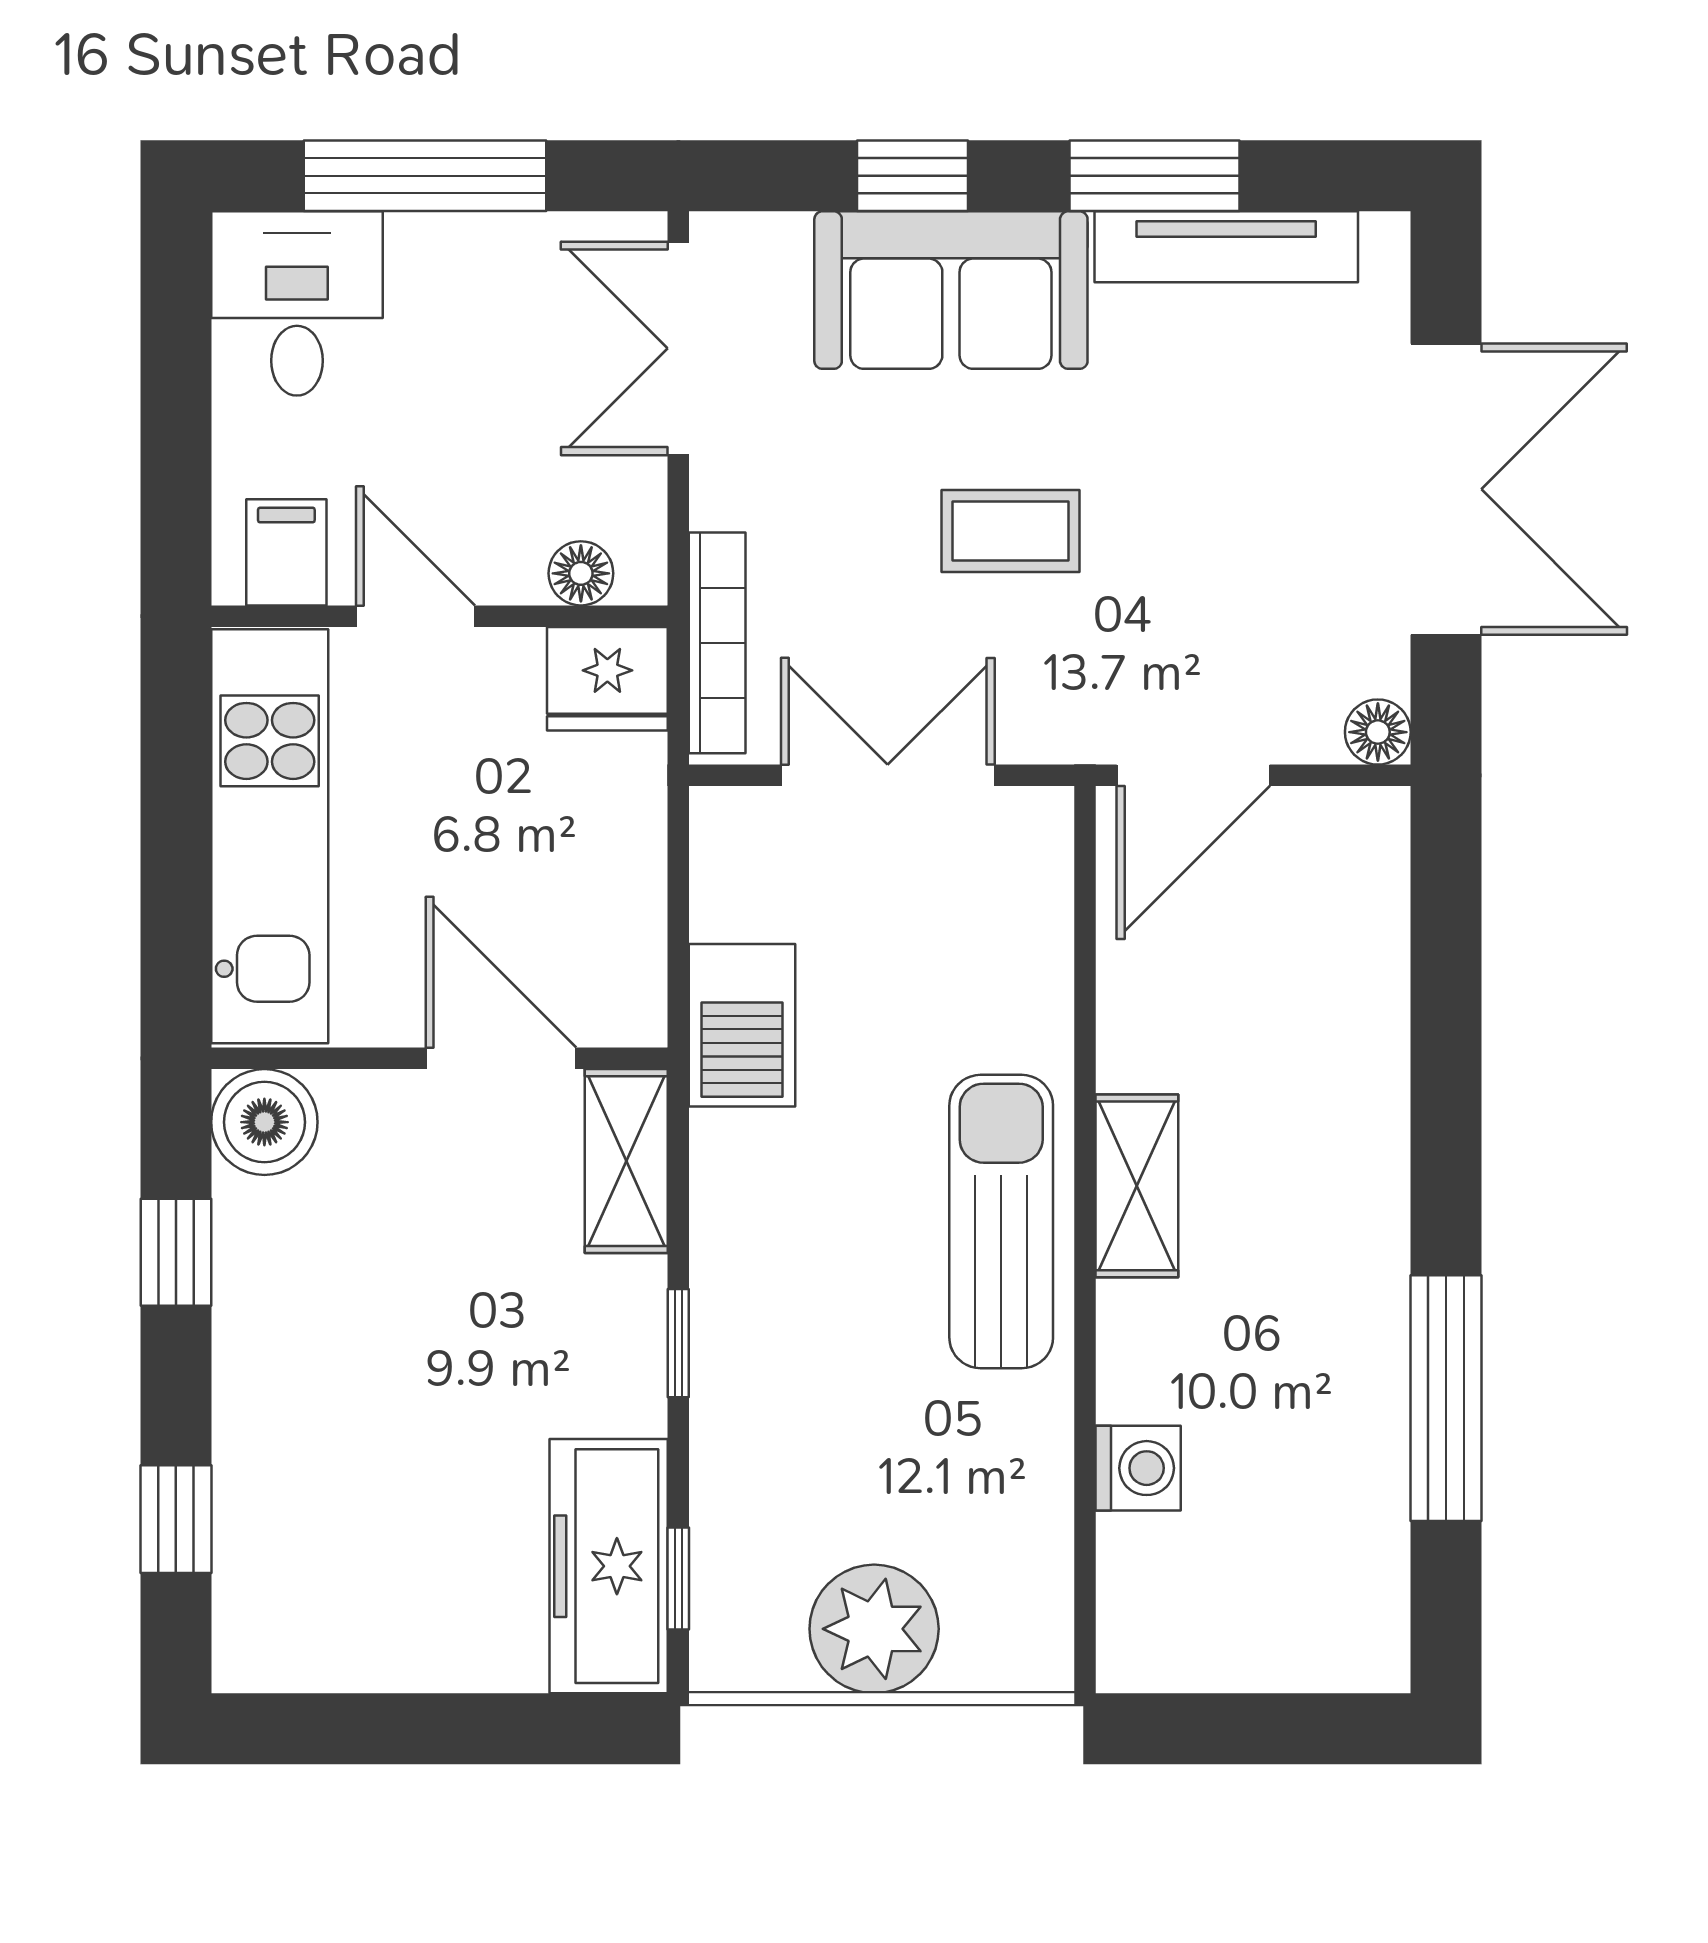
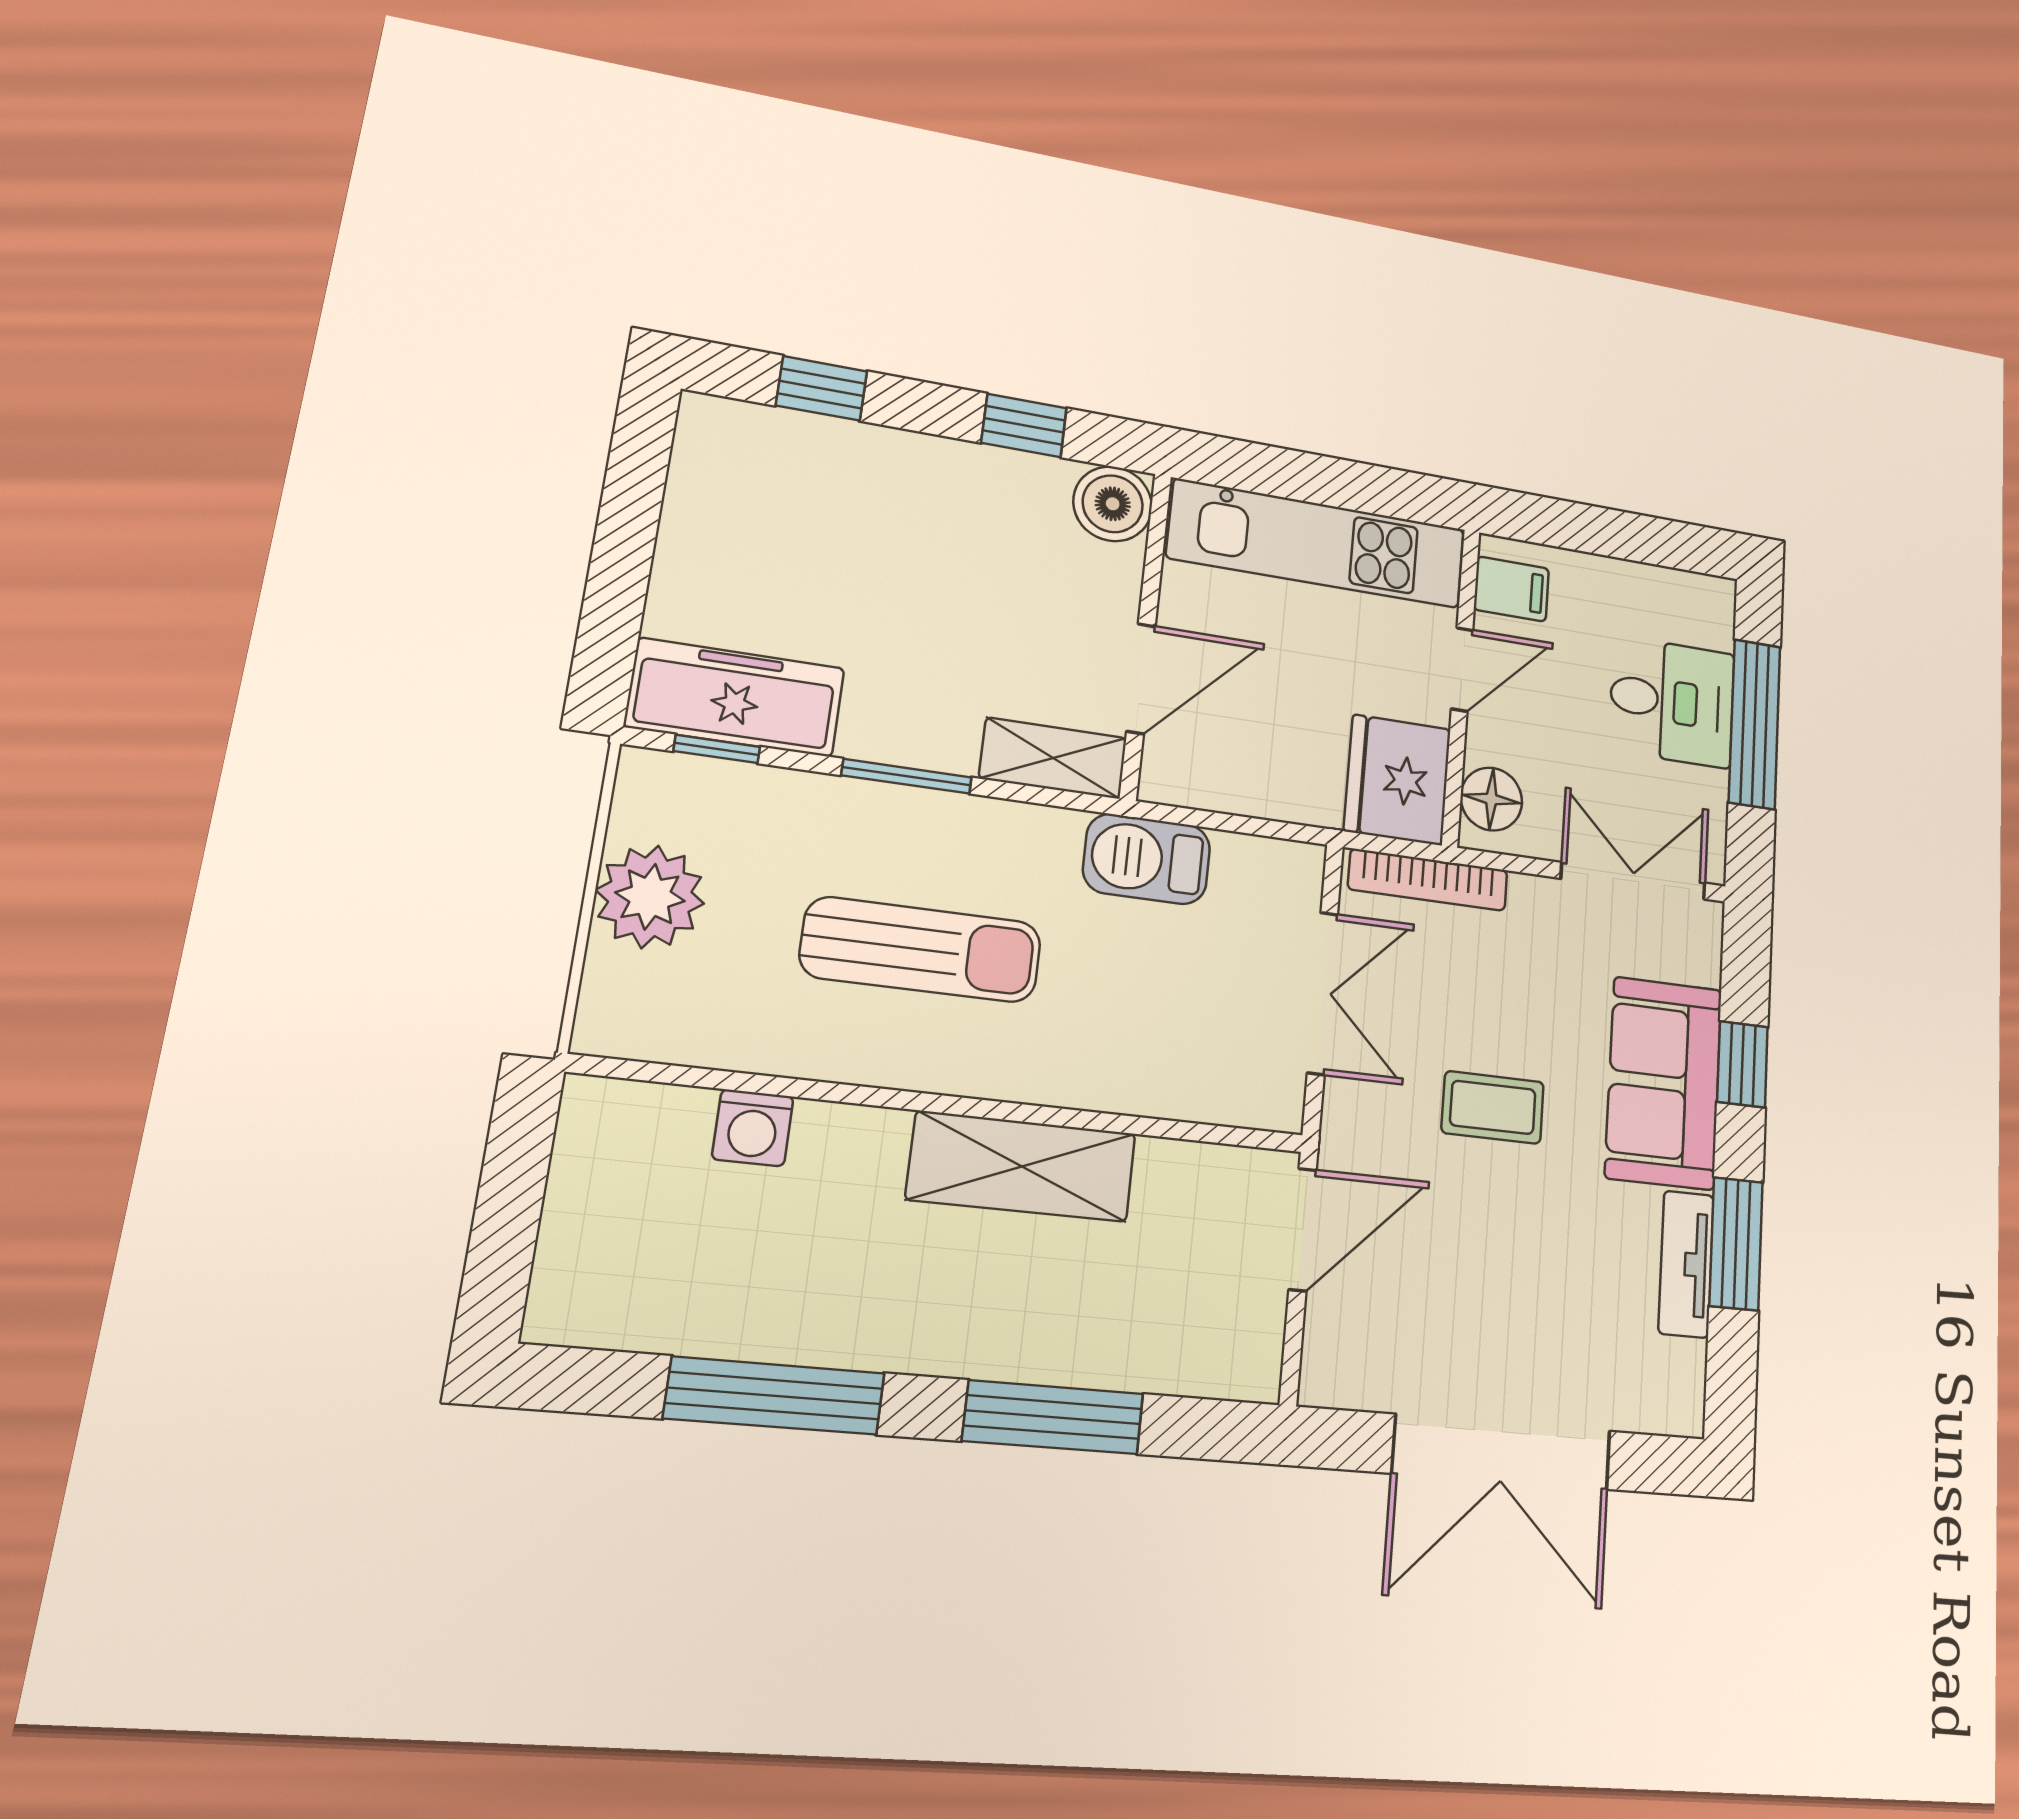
tv unit: (1226, 247) -> (1686, 1264), width x0.71
desk: (297, 303) -> (1672, 702), moved
coffee table: (1011, 531) -> (1493, 1107), turned 90
floor lamp: (581, 573) -> (1491, 799), width x1.37, depth x1.37
fridge: (607, 679) -> (1397, 780), width x1.36, depth x1.34
floor lamp: (1378, 732) -> (1323, 1382), removed
door: (1193, 775) -> (1303, 1230), swing flipped
window: (1446, 1067) -> (1053, 1417), added
shelving: (1137, 1186) -> (1022, 1166), width x1.50, depth x1.33
sun lounger: (1001, 1222) -> (921, 950), moved
window: (678, 1343) -> (907, 776), width x1.50

